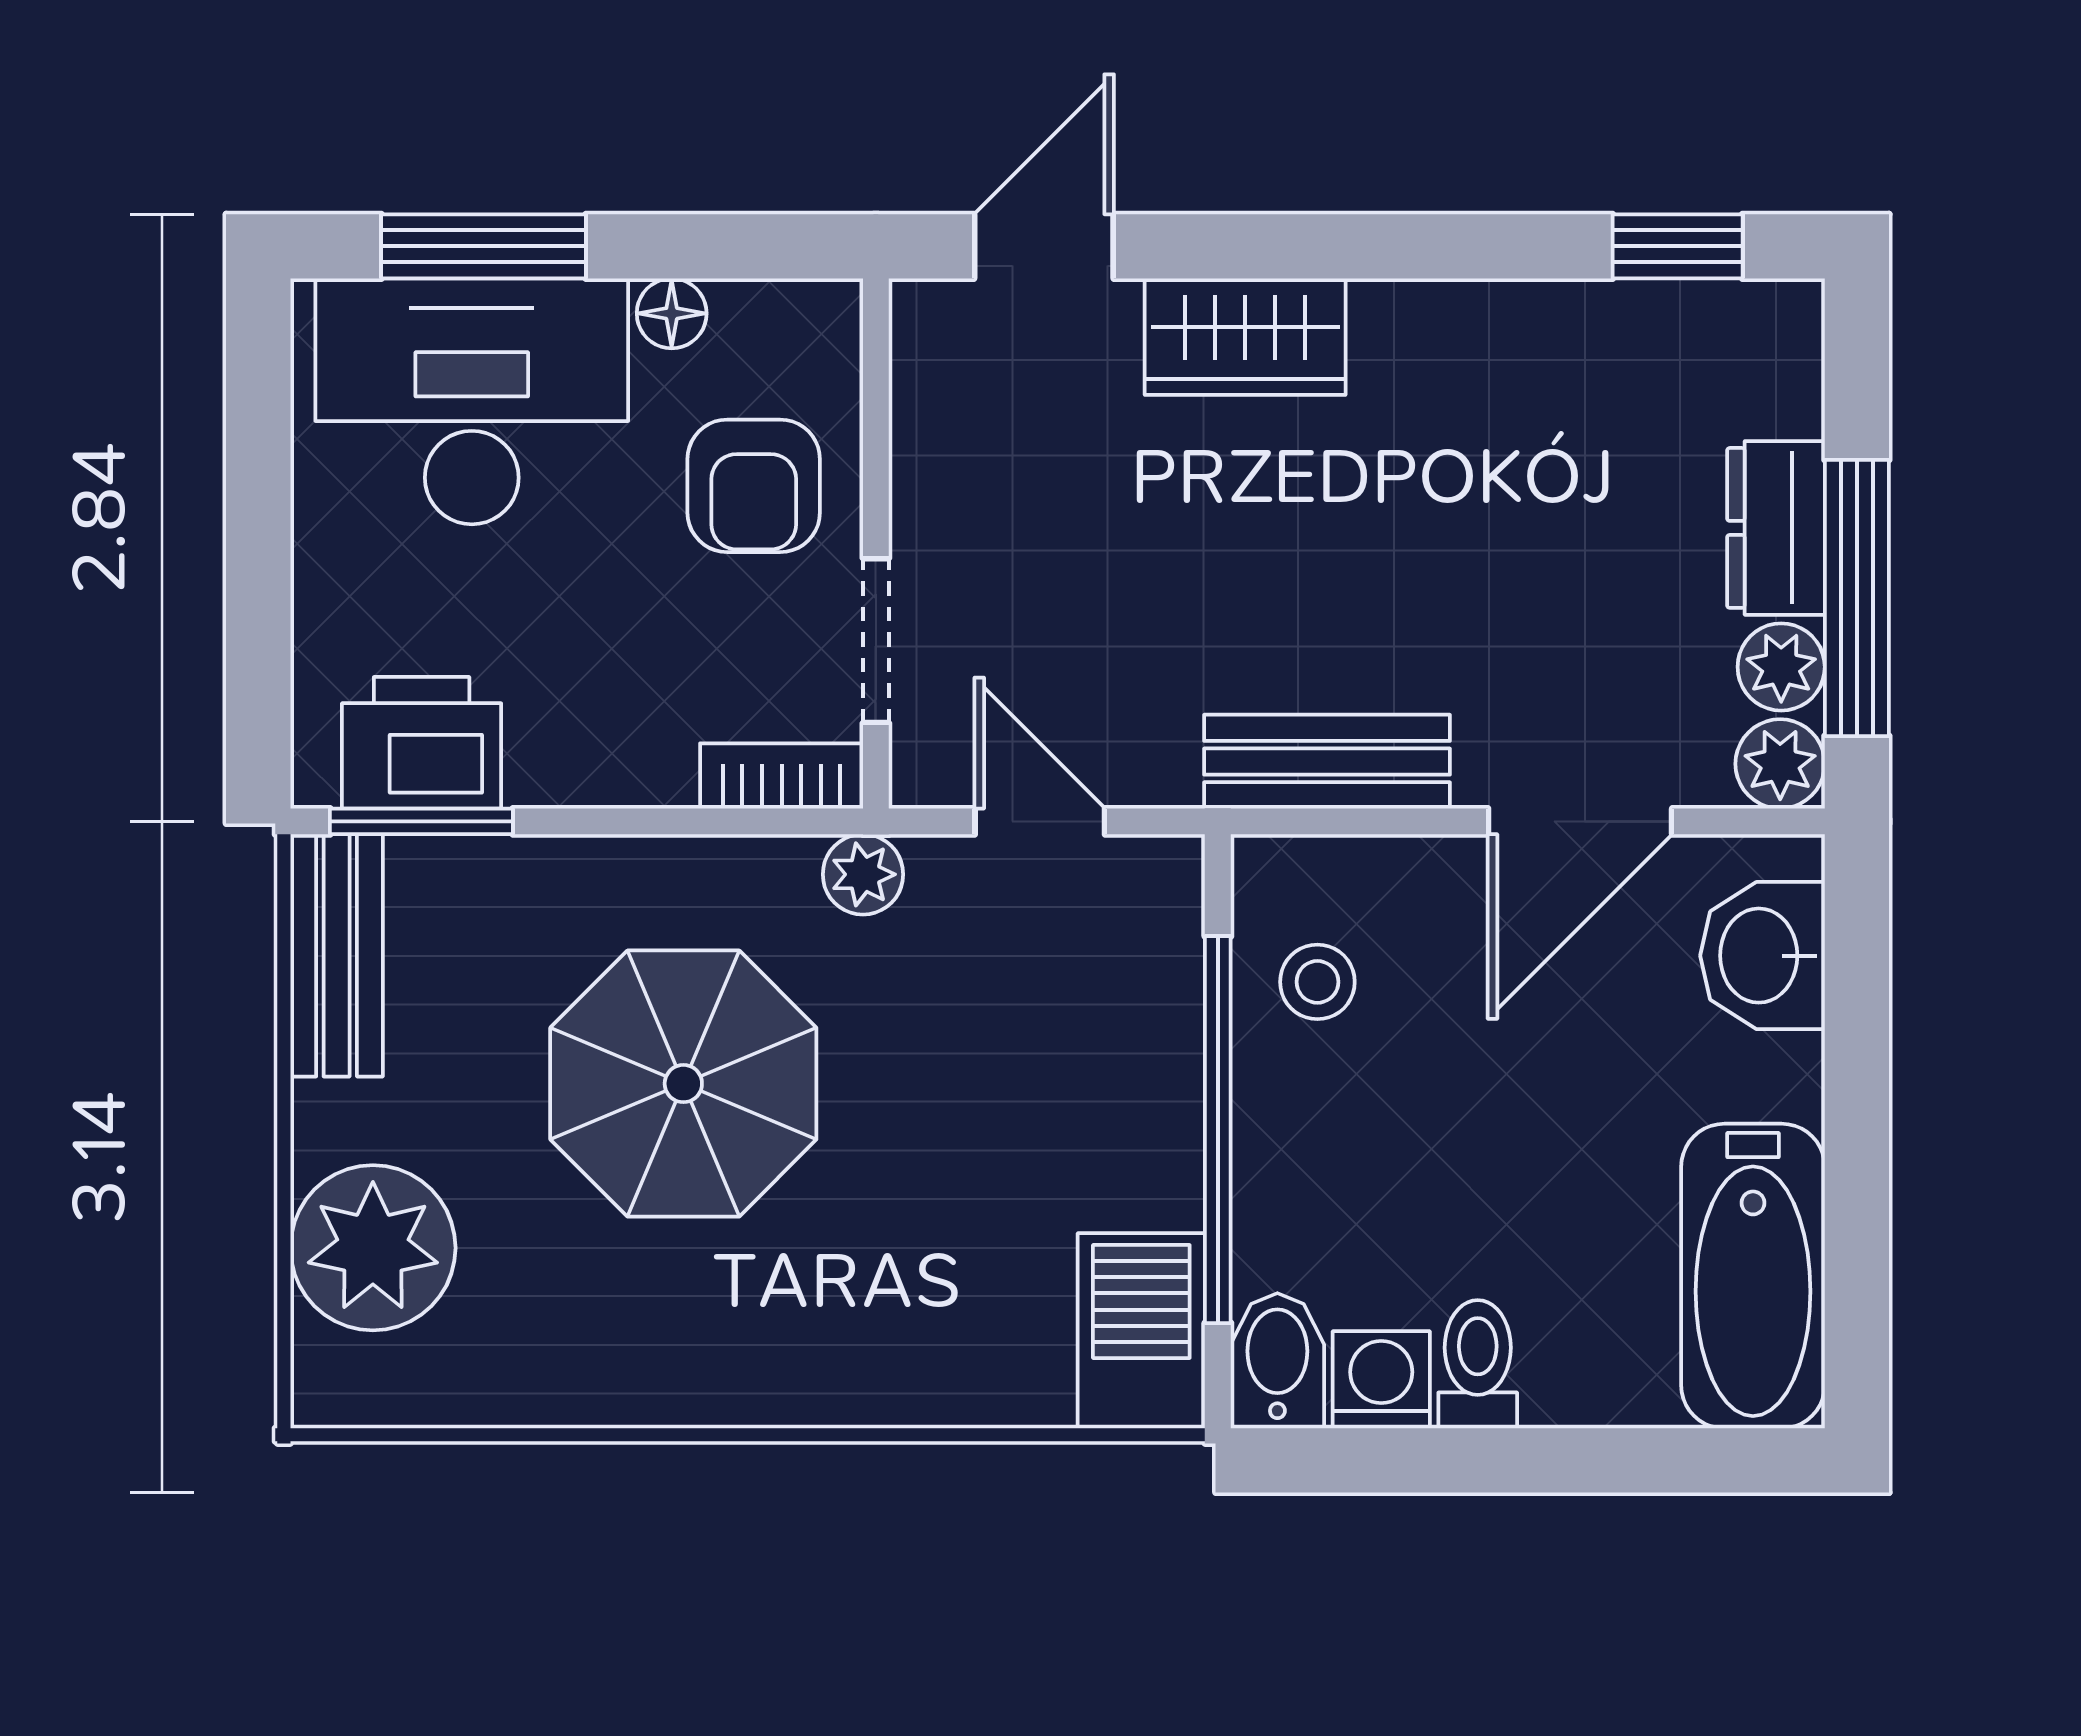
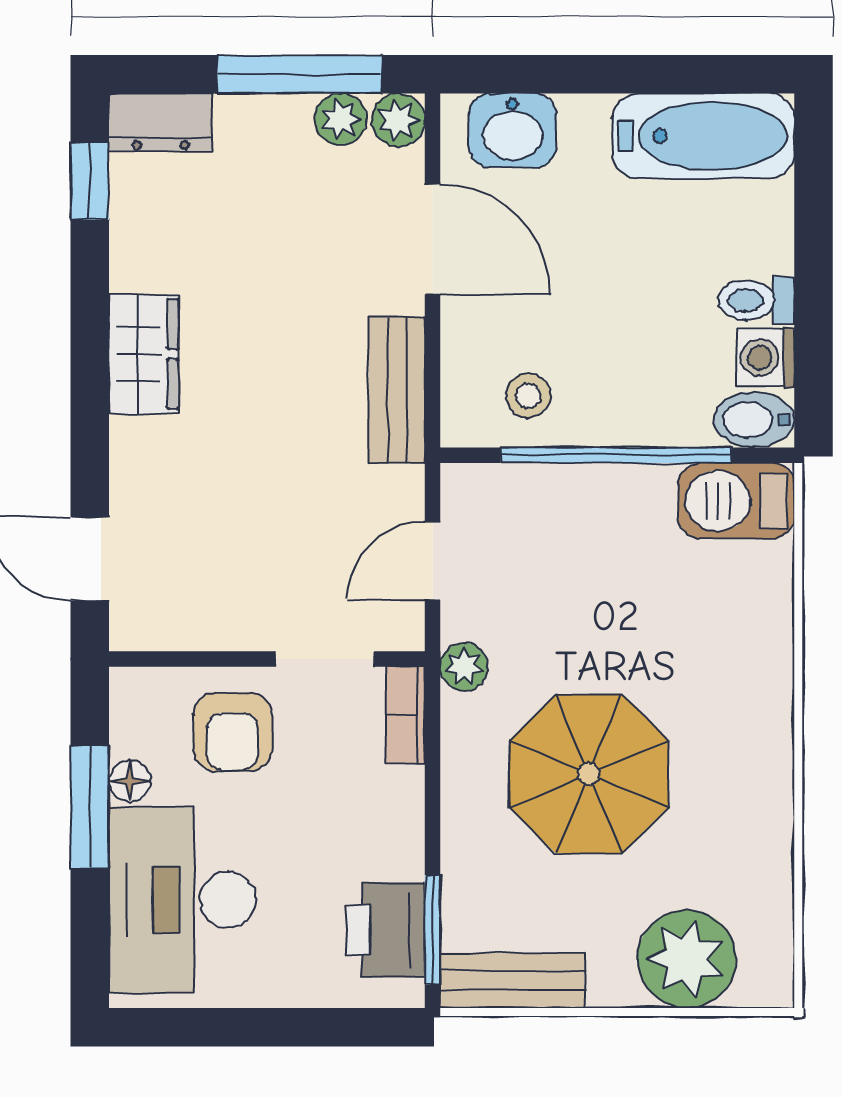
window: (484, 246) -> (90, 807), moved
wardrobe: (1245, 337) -> (144, 354), moved
armchair: (754, 486) -> (233, 732), turned 90
dresser: (1776, 528) -> (161, 122), moved

